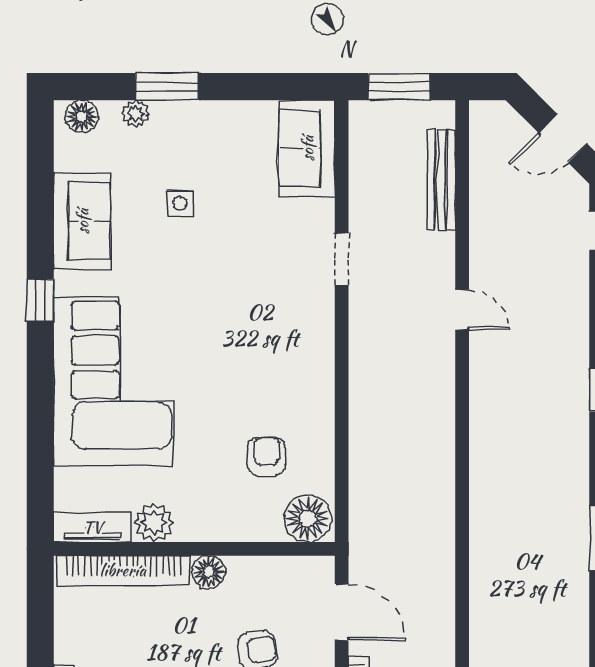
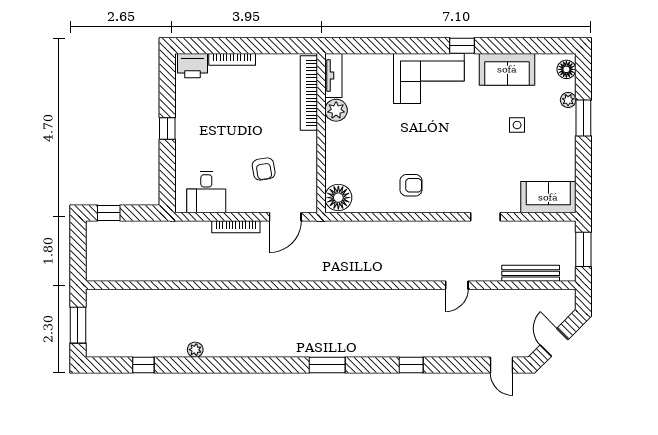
corner sofa: (114, 381) -> (429, 79), width x0.73, depth x0.74
armchair: (267, 456) -> (411, 185), moved
floor lamp: (209, 572) -> (308, 141), removed

